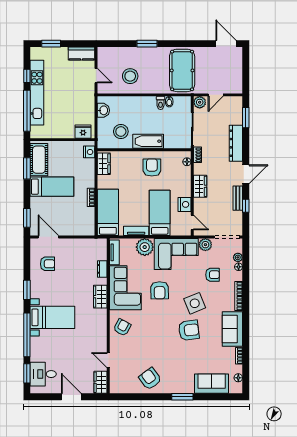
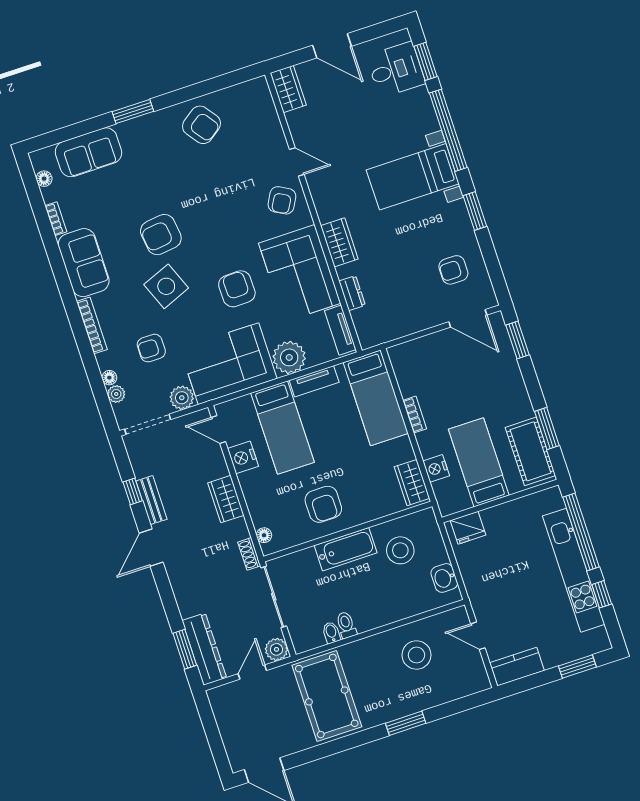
dresser: (236, 143) -> (204, 649), moved
nightstand: (89, 152) -> (436, 468), moved
bed: (52, 187) -> (479, 462), moved, turned 90
door: (108, 360) -> (297, 162), moved

